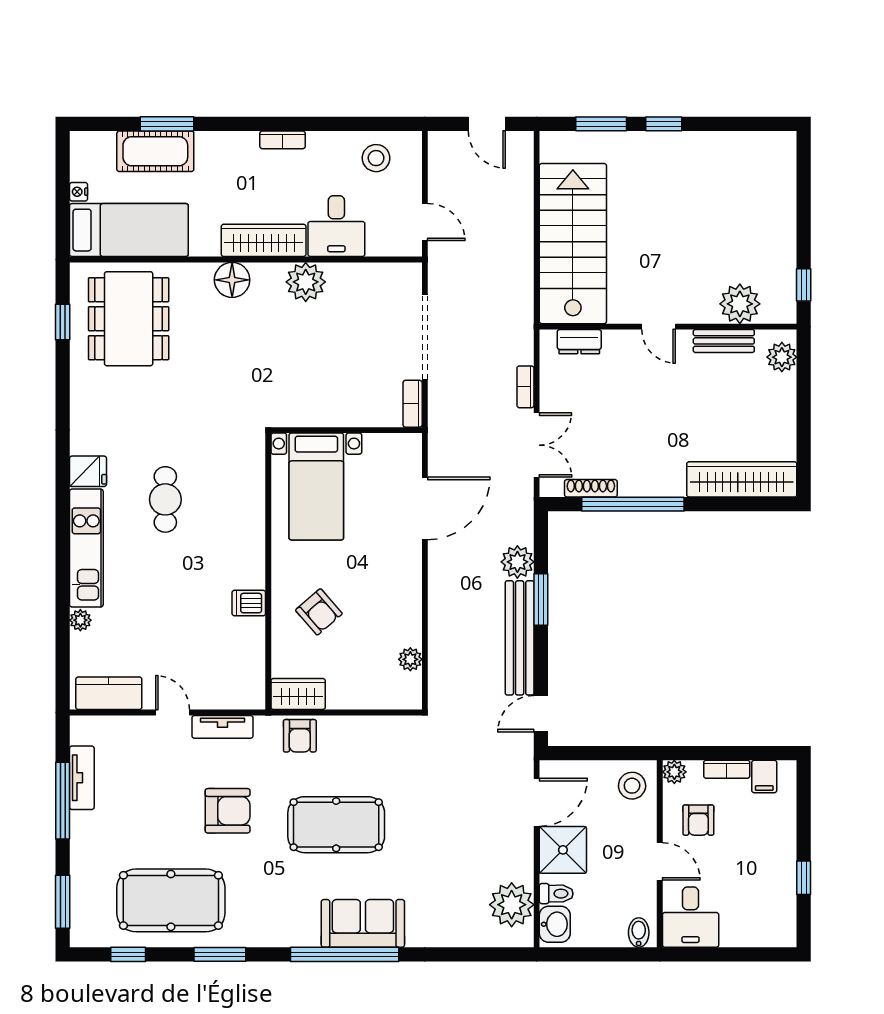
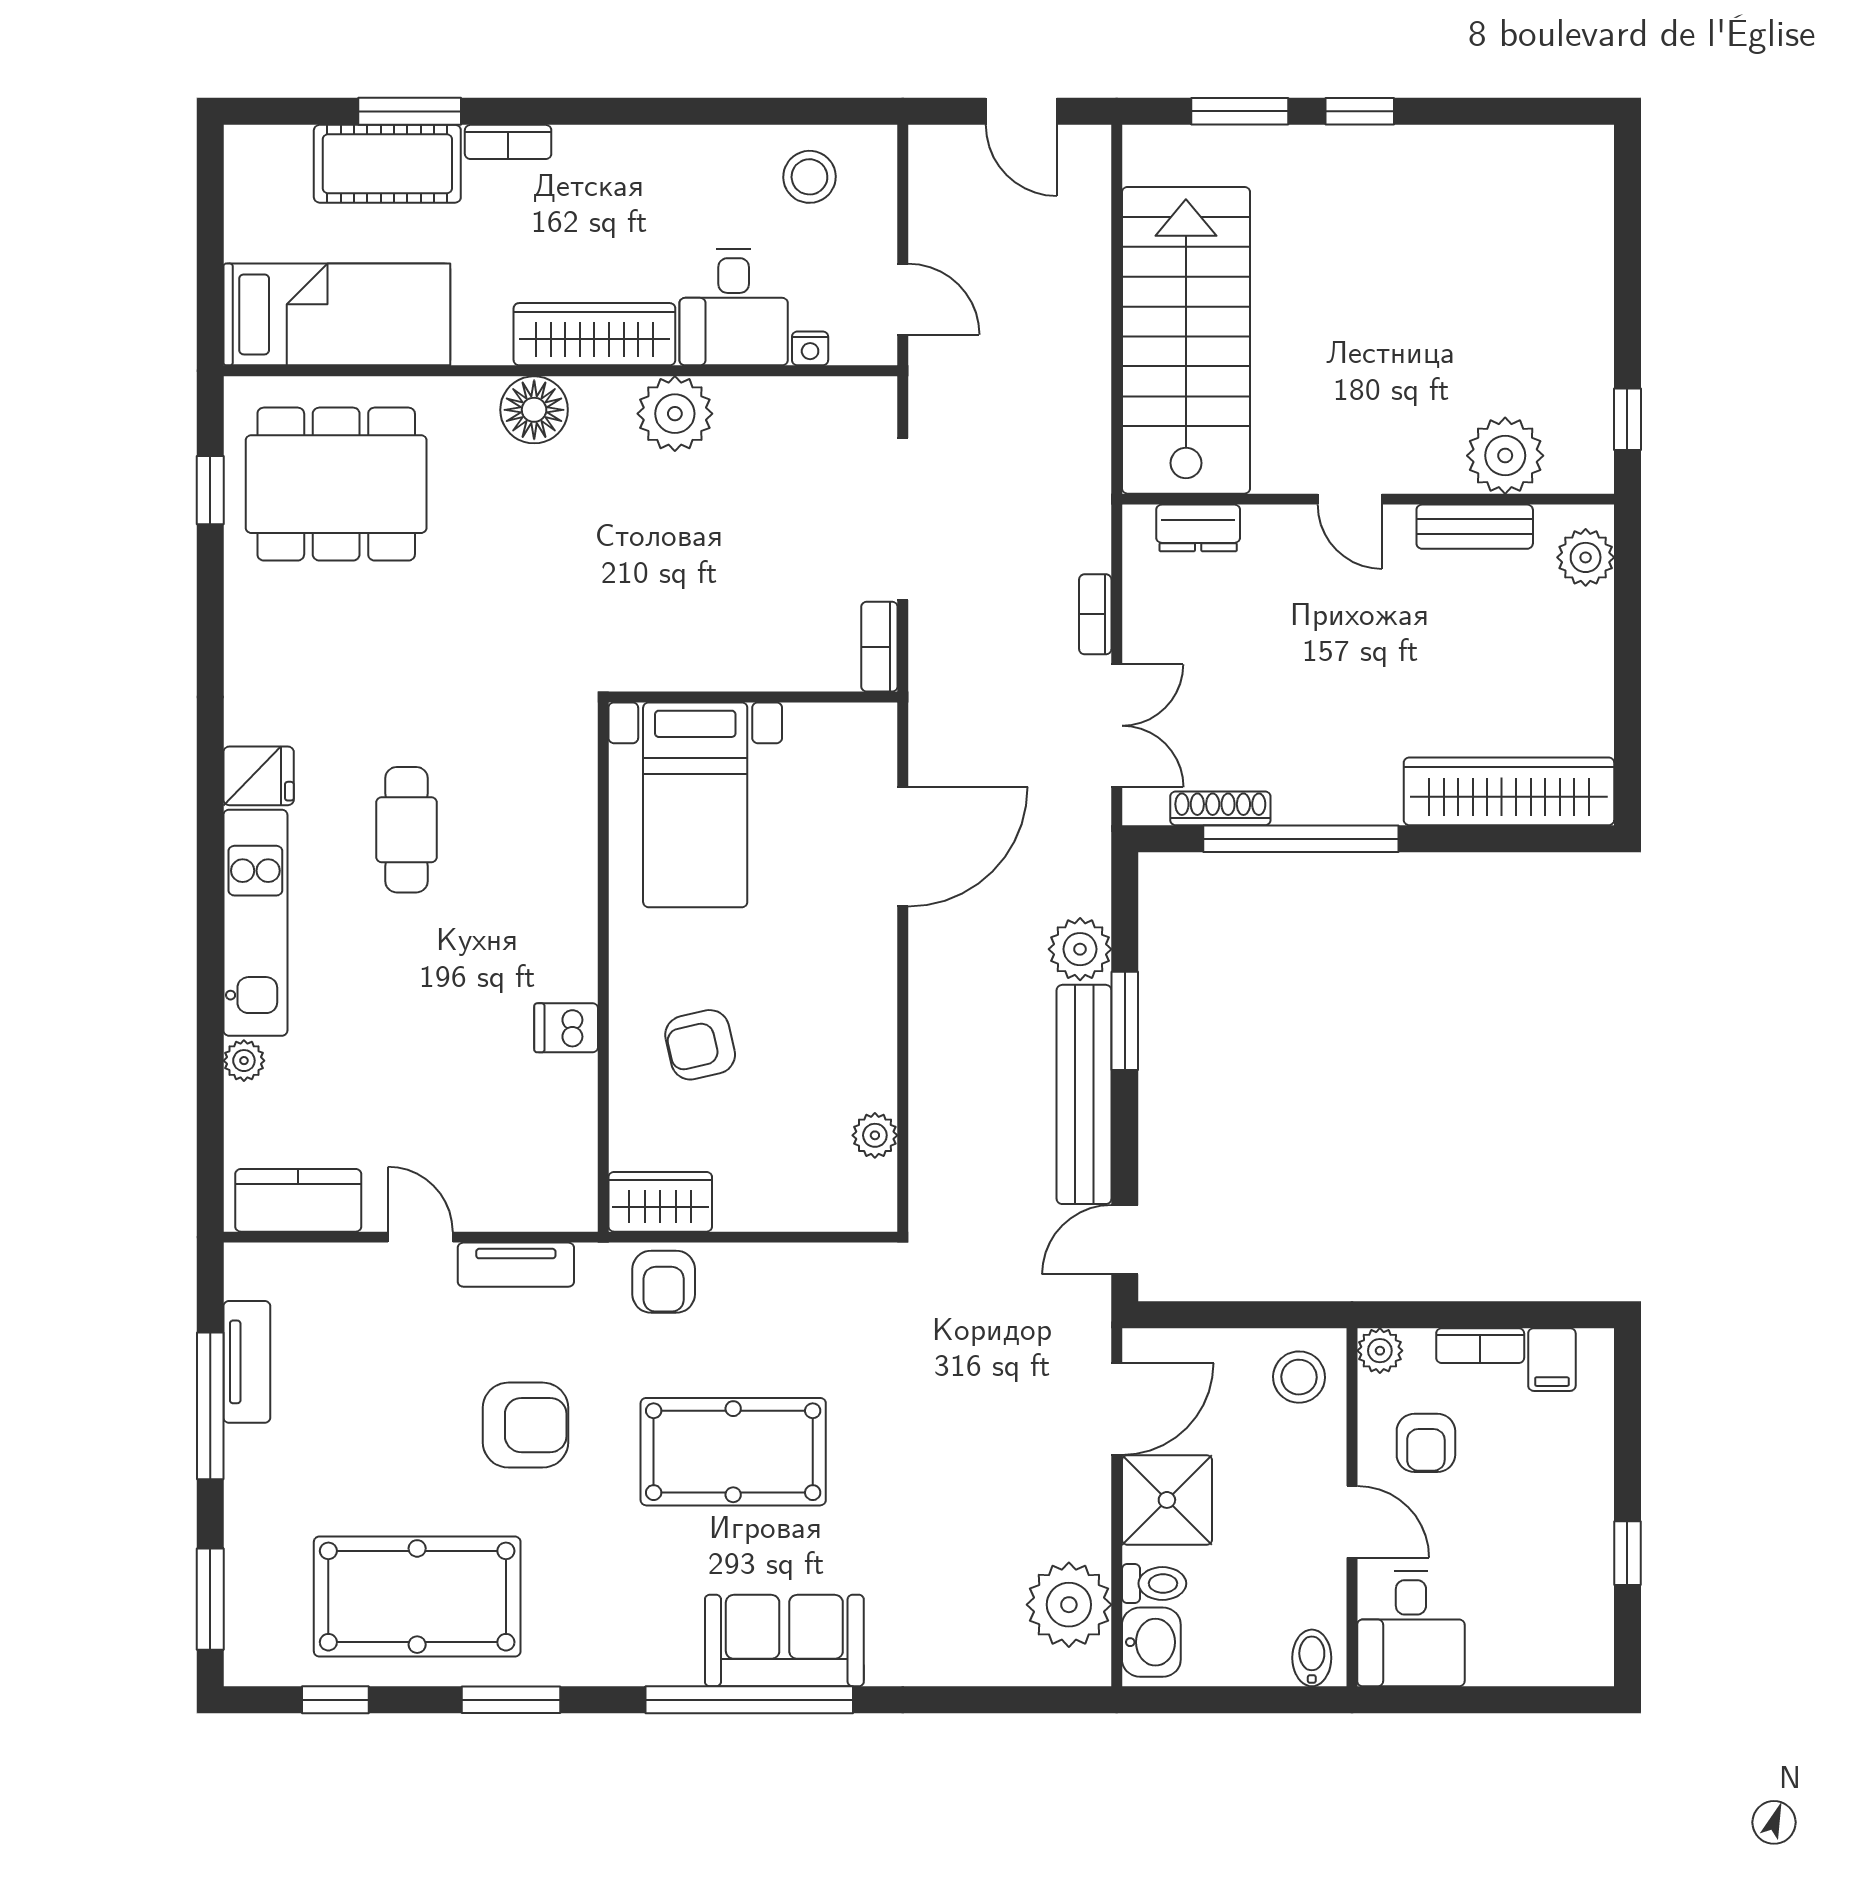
bookcase: (283, 140) -> (508, 142), moved
nightstand: (79, 192) -> (810, 348), moved, turned -90
dining table: (129, 319) -> (336, 484), turned 90
armchair: (319, 612) -> (700, 1045), turned 118

